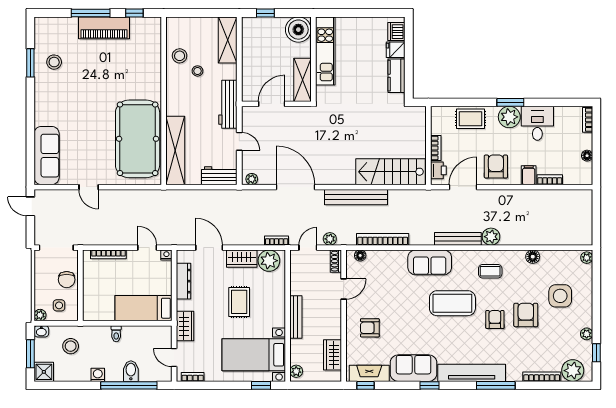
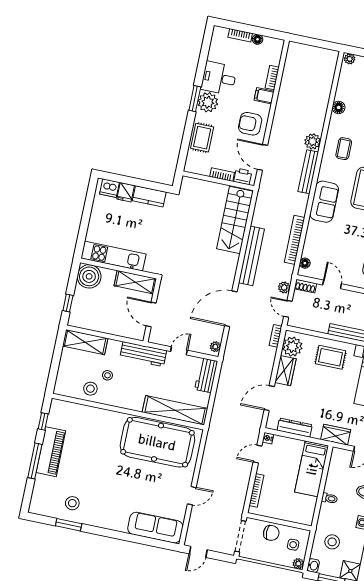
bookcase: (588, 120) -> (240, 35), moved
rug: (239, 302) -> (330, 357), moved

